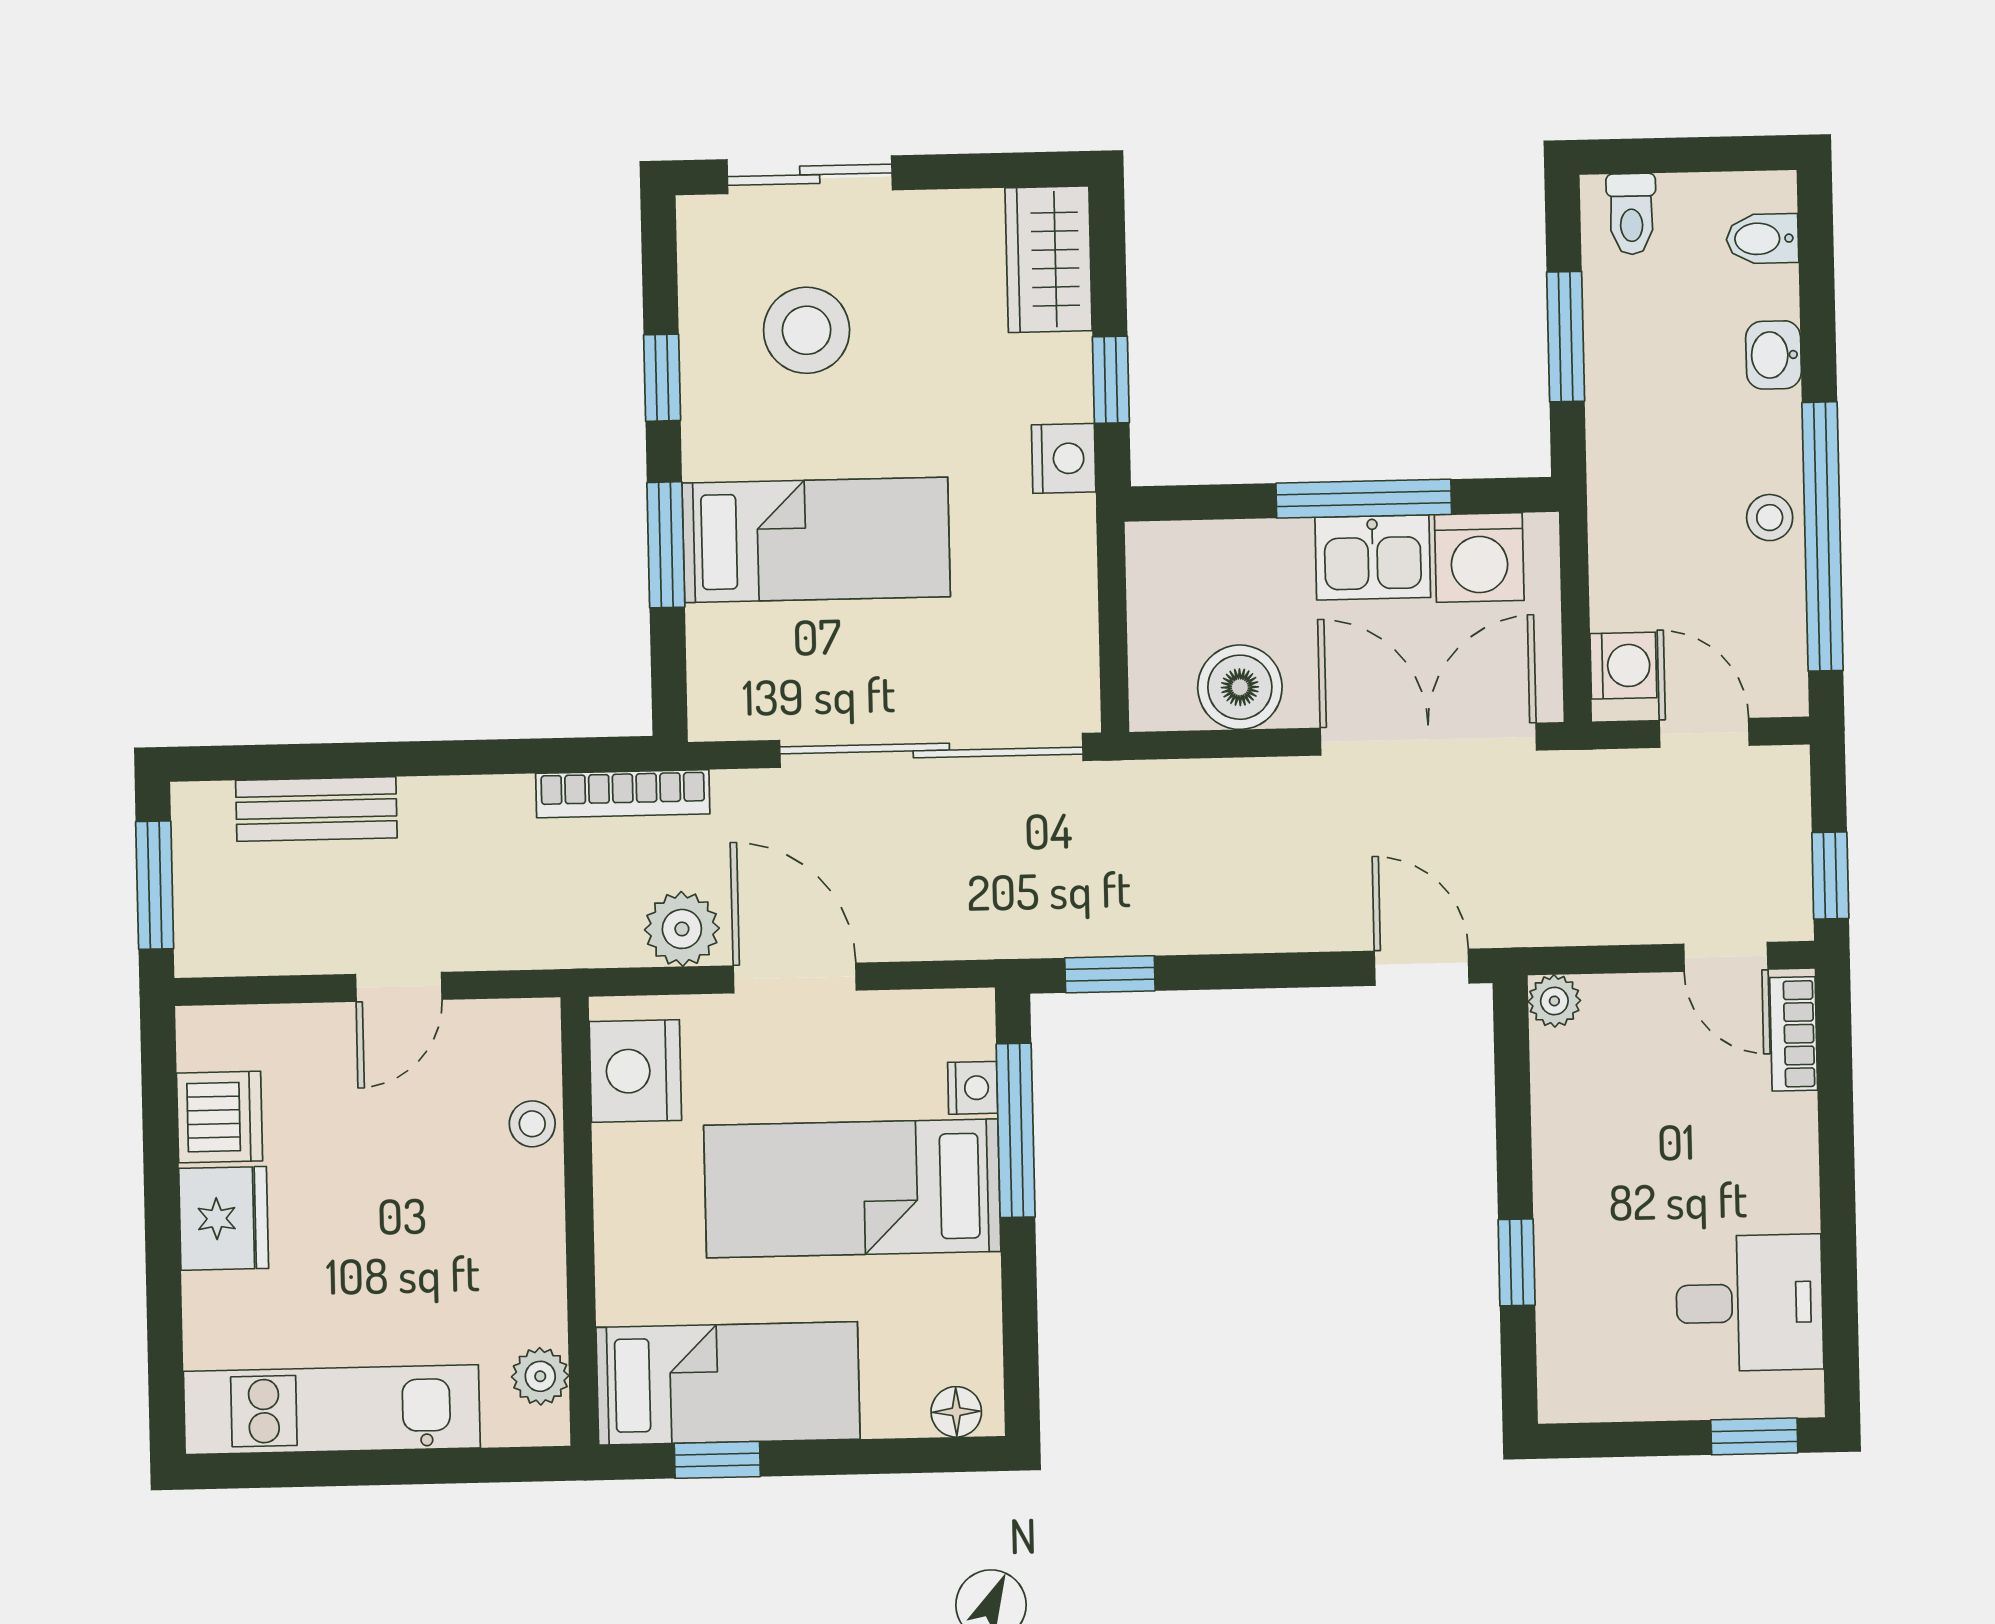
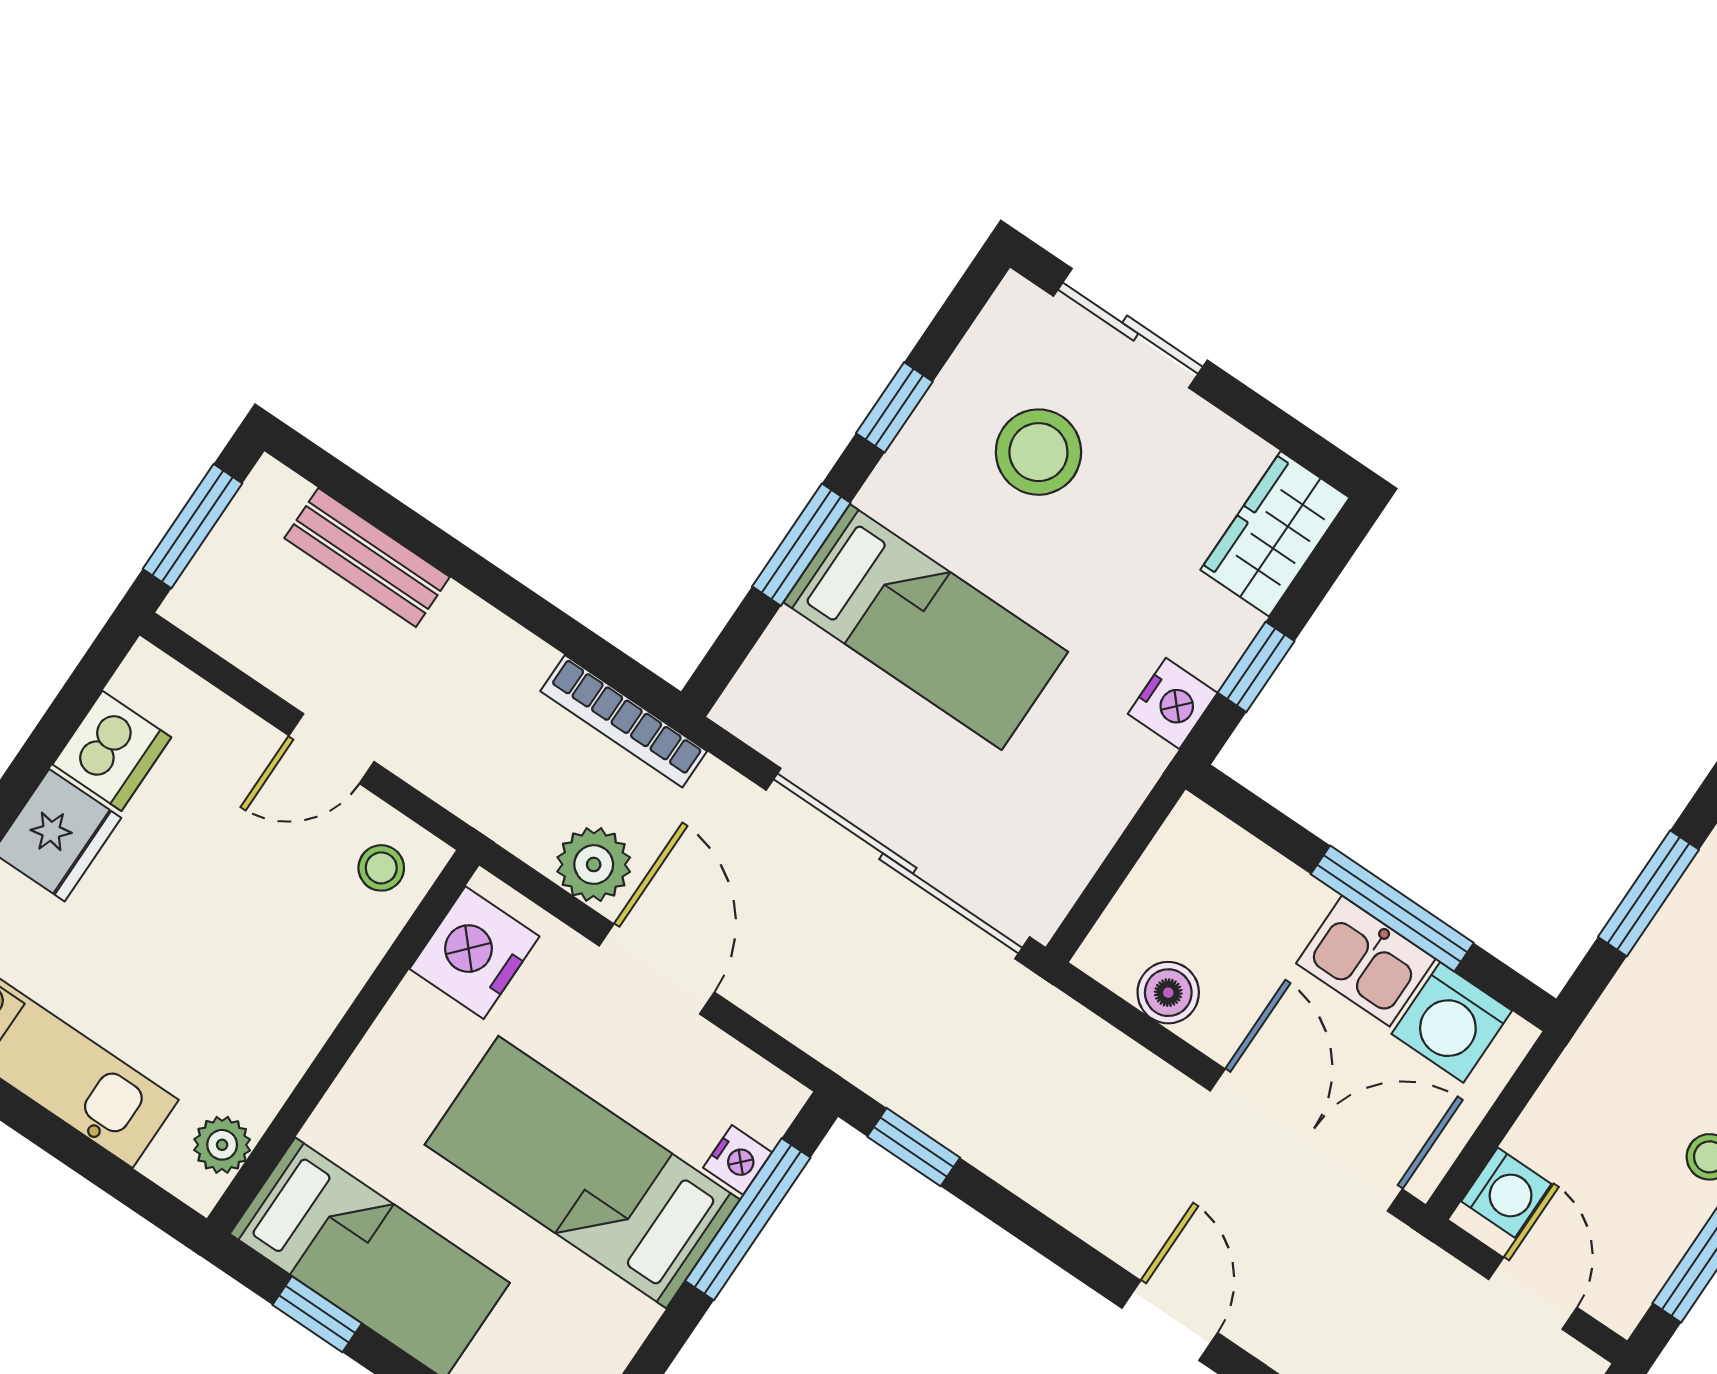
boiler: (1240, 687) -> (1168, 993), width x0.73, depth x0.73
stool: (532, 1124) -> (381, 868), moved

